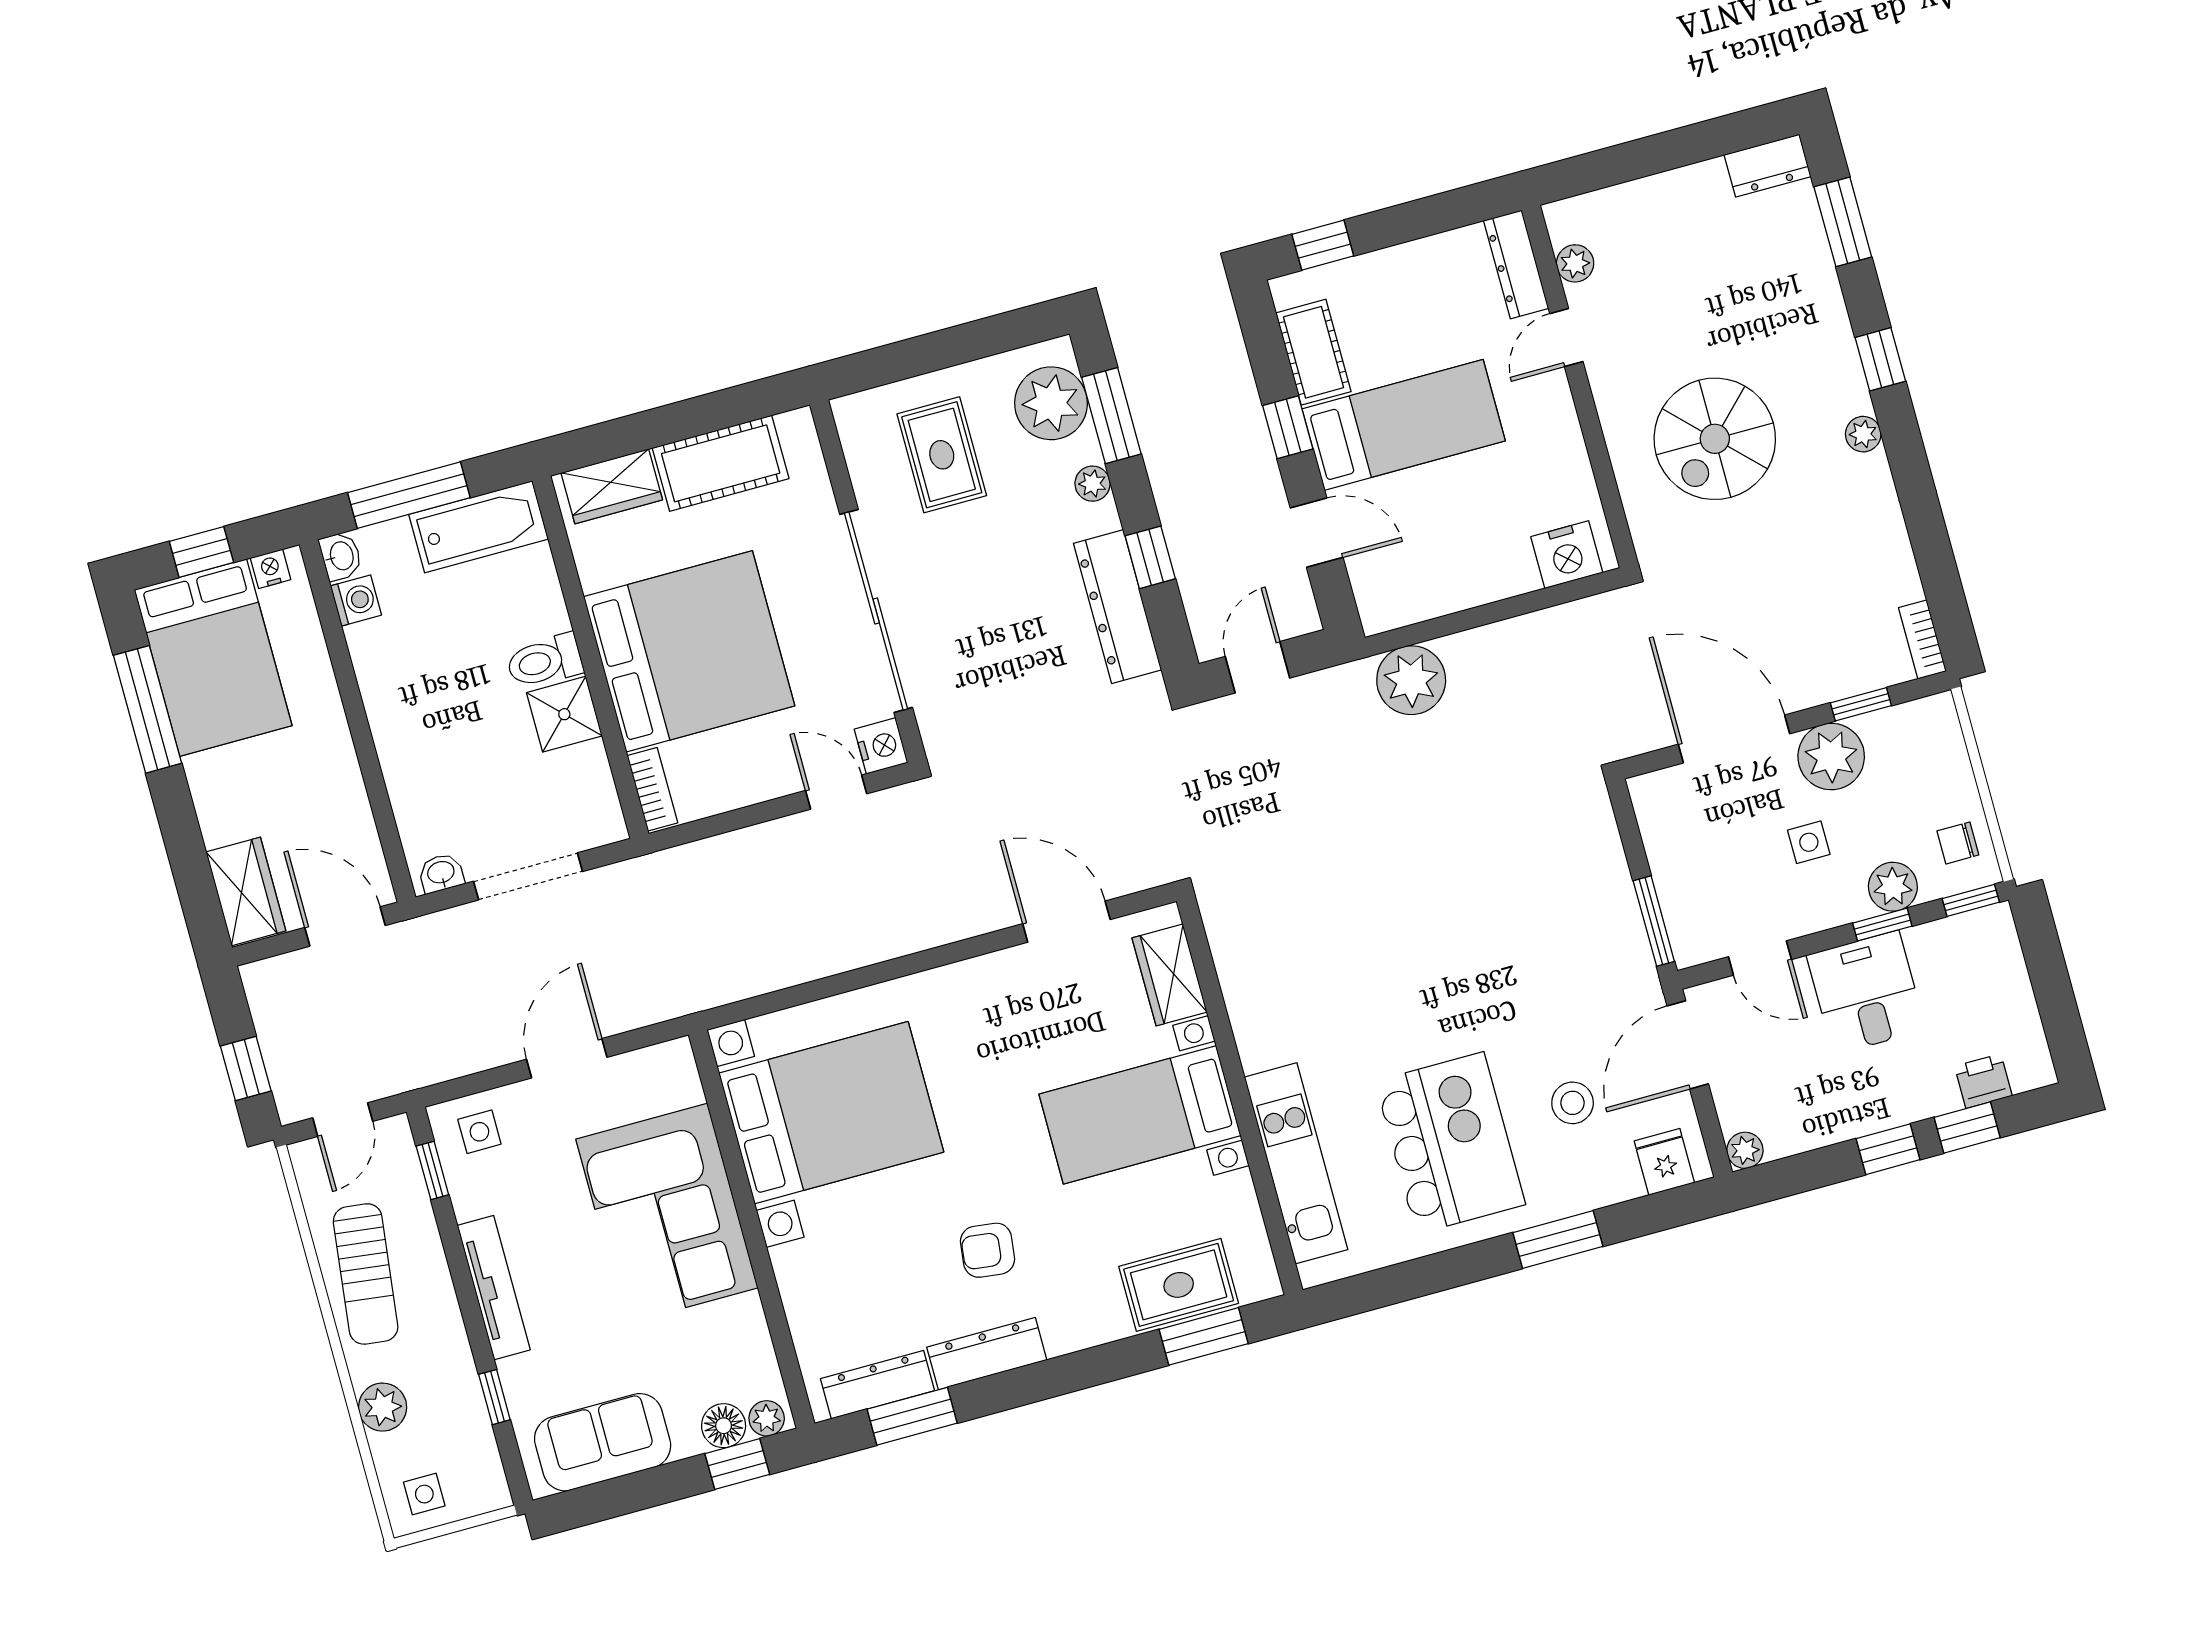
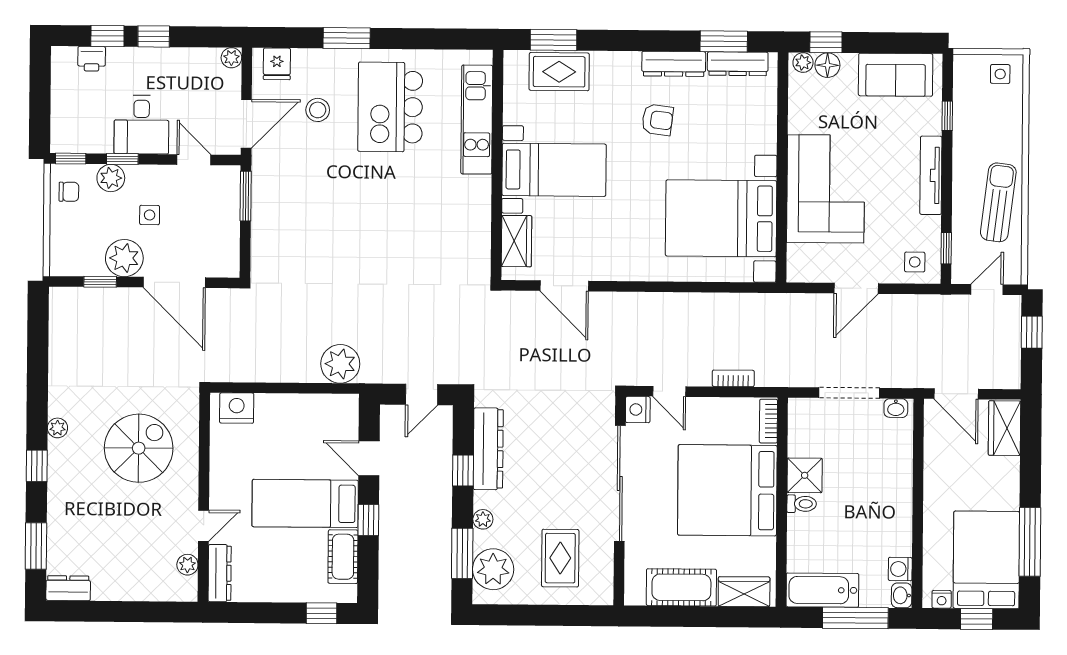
bookcase: (1922, 639) -> (733, 378), moved, turned -90
toilet: (545, 661) -> (802, 504), width x0.73, depth x0.72
plant: (383, 1407) -> (1009, 128), removed

